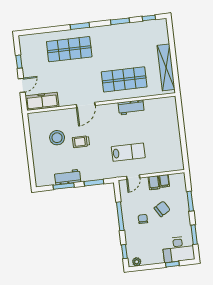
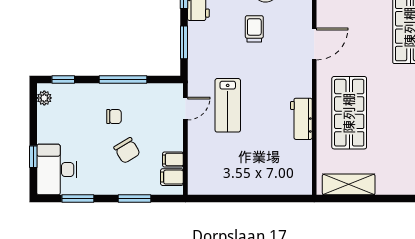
shelving: (166, 67) -> (349, 184), width x0.68
door: (86, 105) -> (314, 44), swing flipped
door: (133, 177) -> (185, 109), swing flipped
filing cabinet: (154, 183) -> (172, 177), moved

